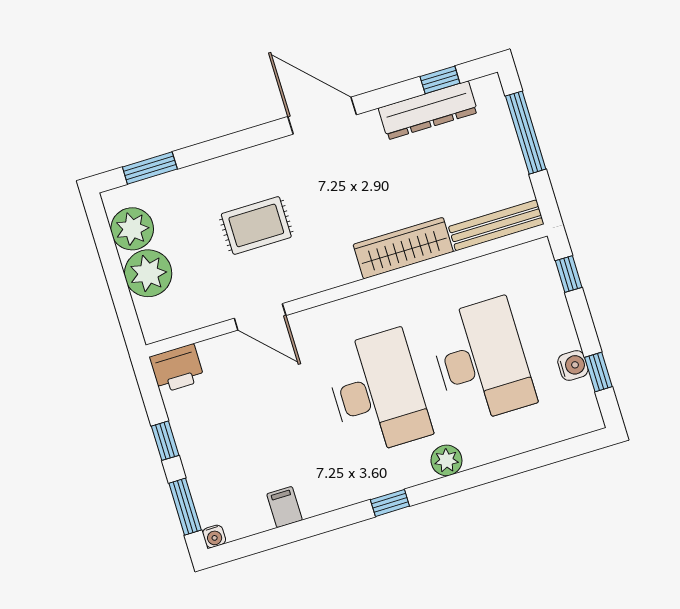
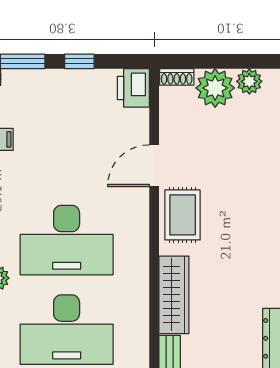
rug: (256, 225) -> (183, 215), moved
plant: (132, 229) -> (249, 81), width x0.73, depth x0.73
shoe rack: (149, 322) -> (177, 77), added

